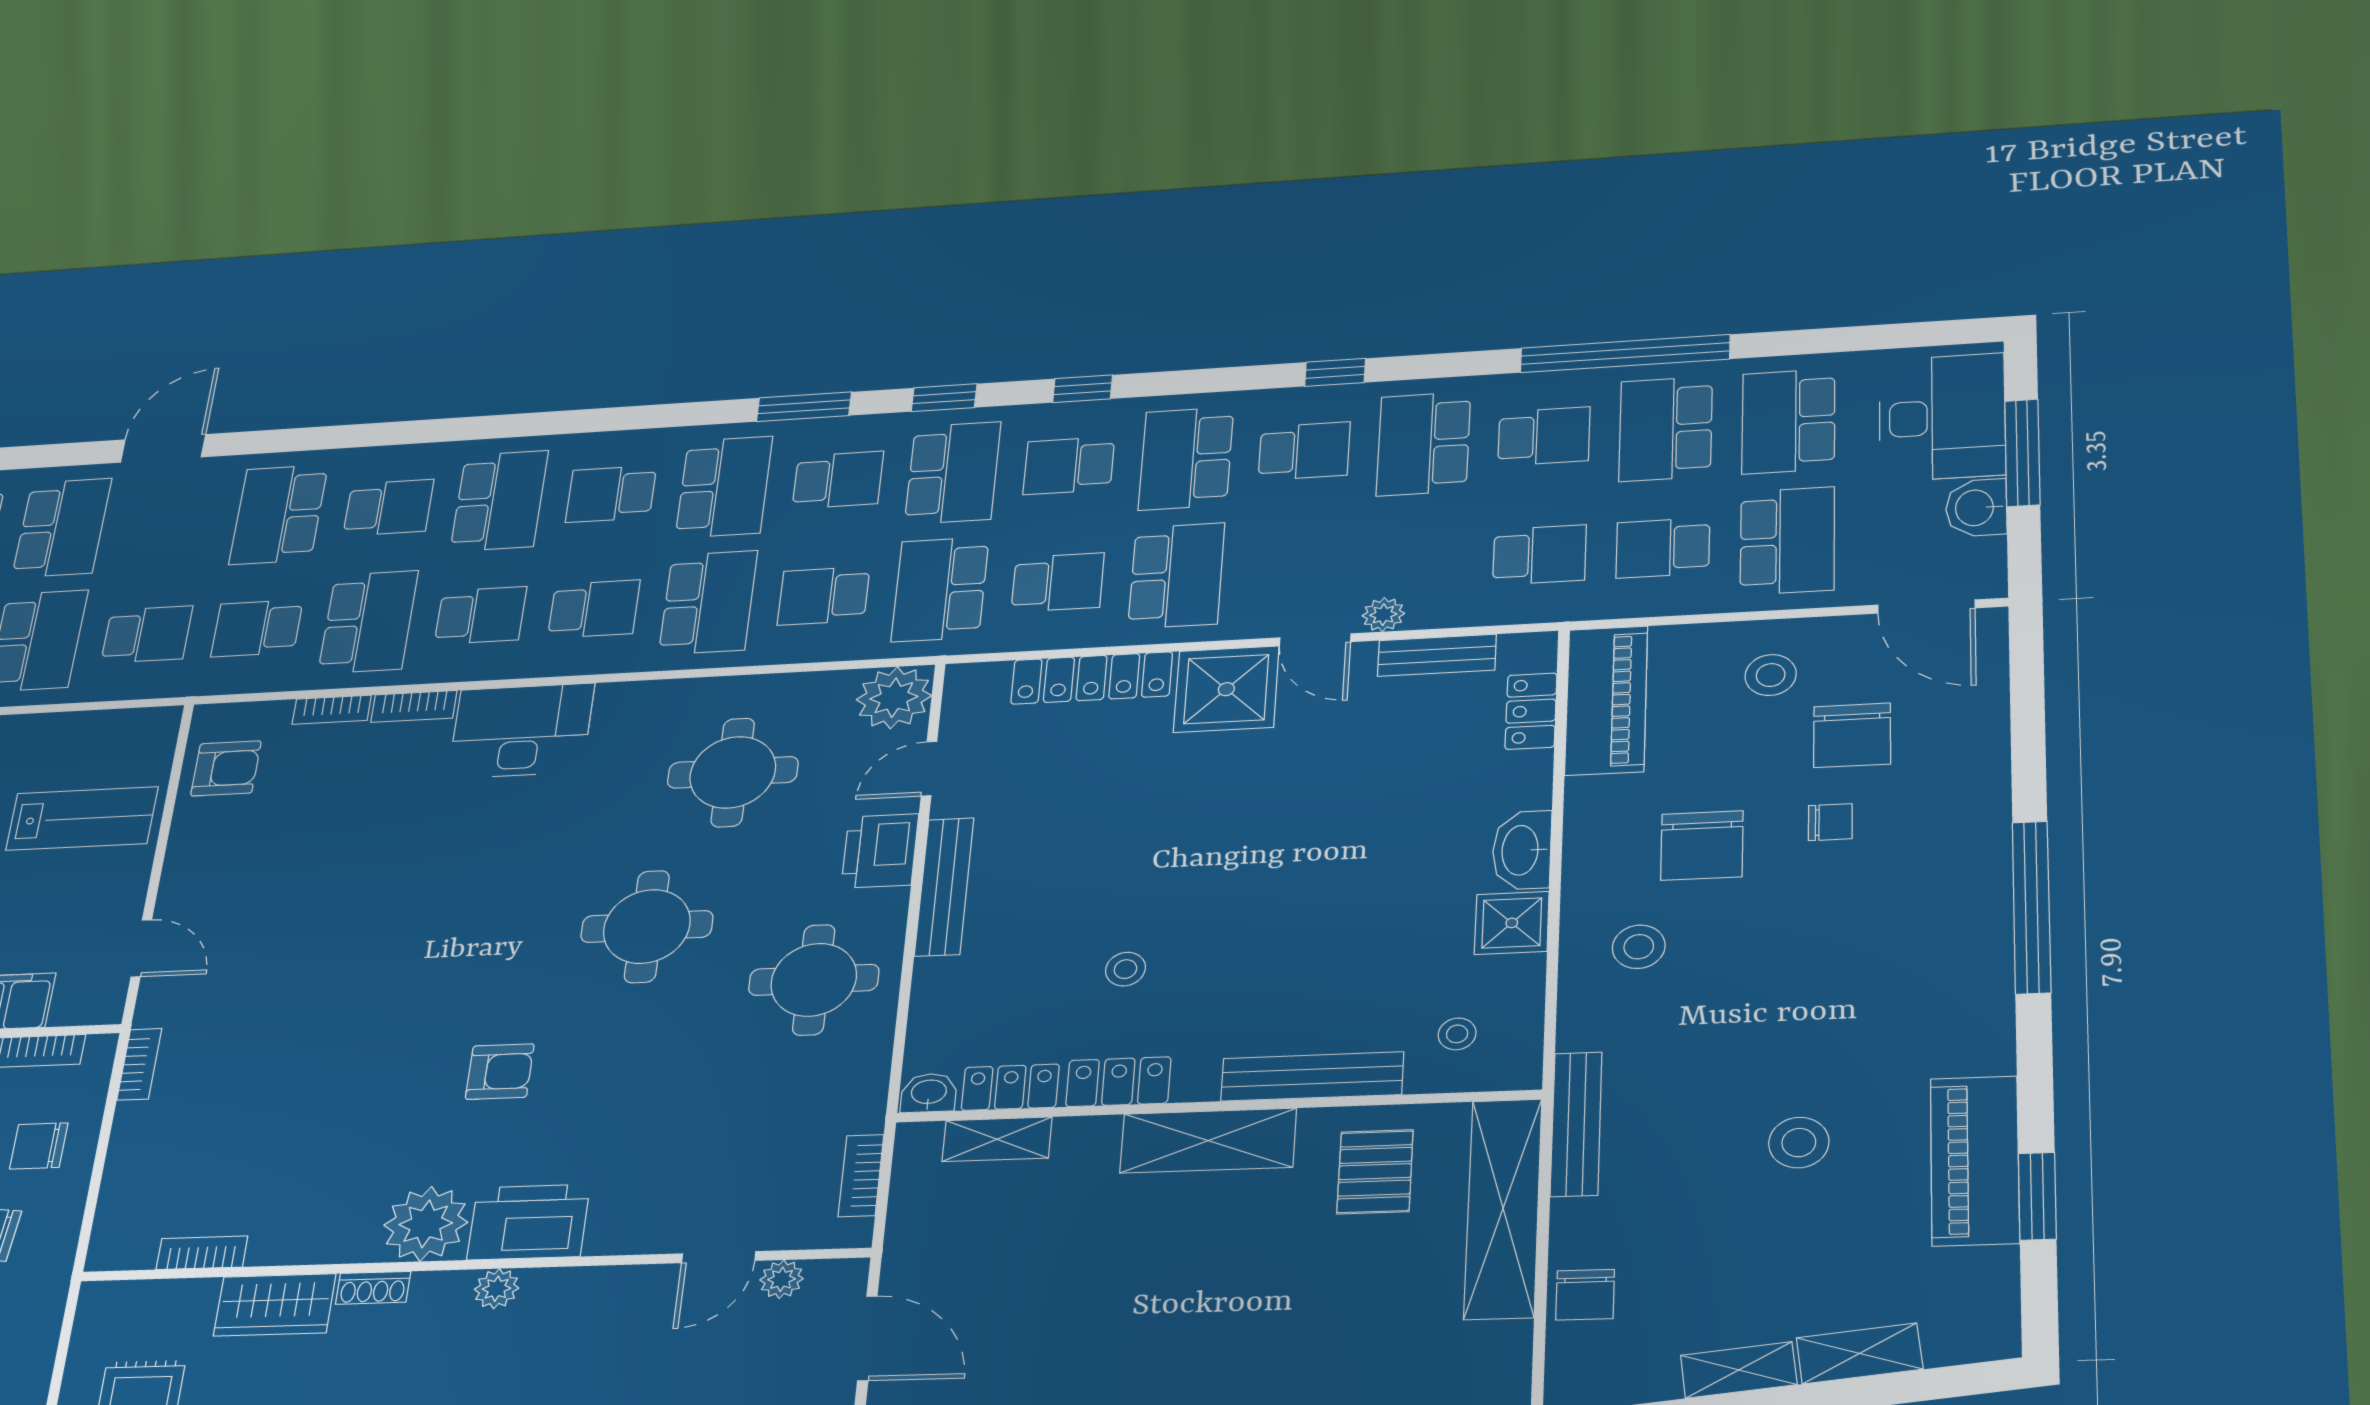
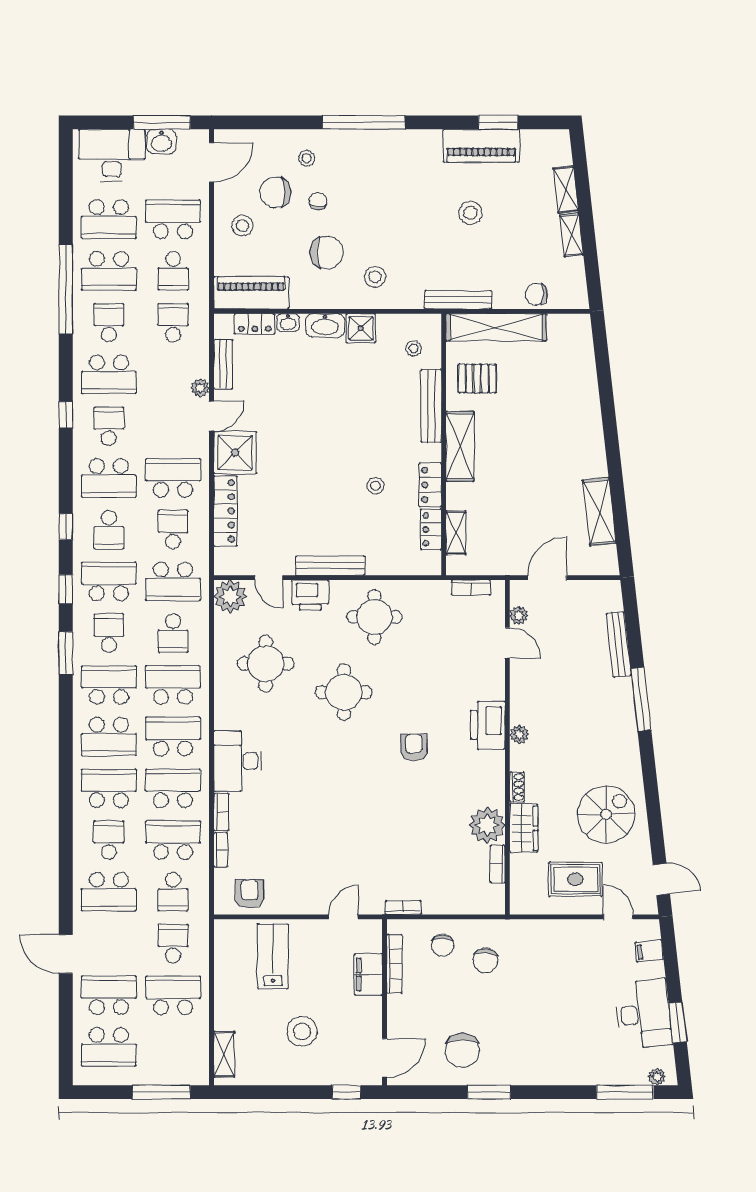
window: (2022, 453) -> (162, 122), moved
school desk: (611, 494) -> (109, 737), width x1.85
school desk: (594, 609) -> (173, 737), width x1.85
school desk: (481, 615) -> (173, 788), width x1.85
chair: (1852, 735) -> (275, 192), turned 180
stool: (1938, 794) -> (307, 158), added
washbasin: (929, 1093) -> (288, 323), moved, turned -90
plant: (426, 1224) -> (487, 825), moved
chair: (1585, 1295) -> (536, 294), turned 180

